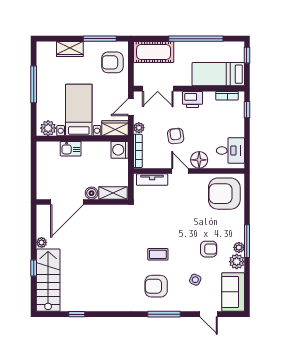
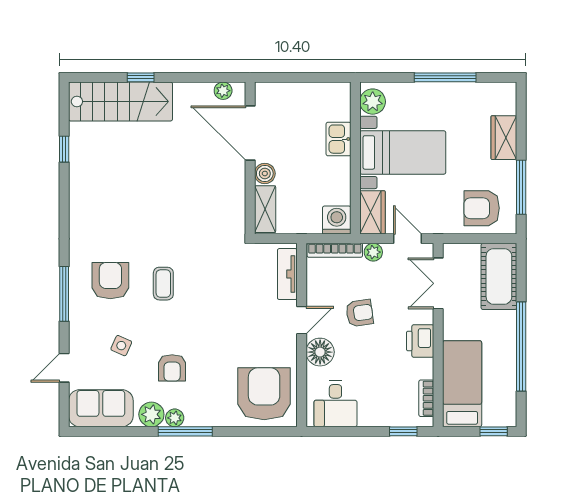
armchair: (112, 62) -> (482, 208), turned -90
plant: (42, 242) -> (223, 91), moved

